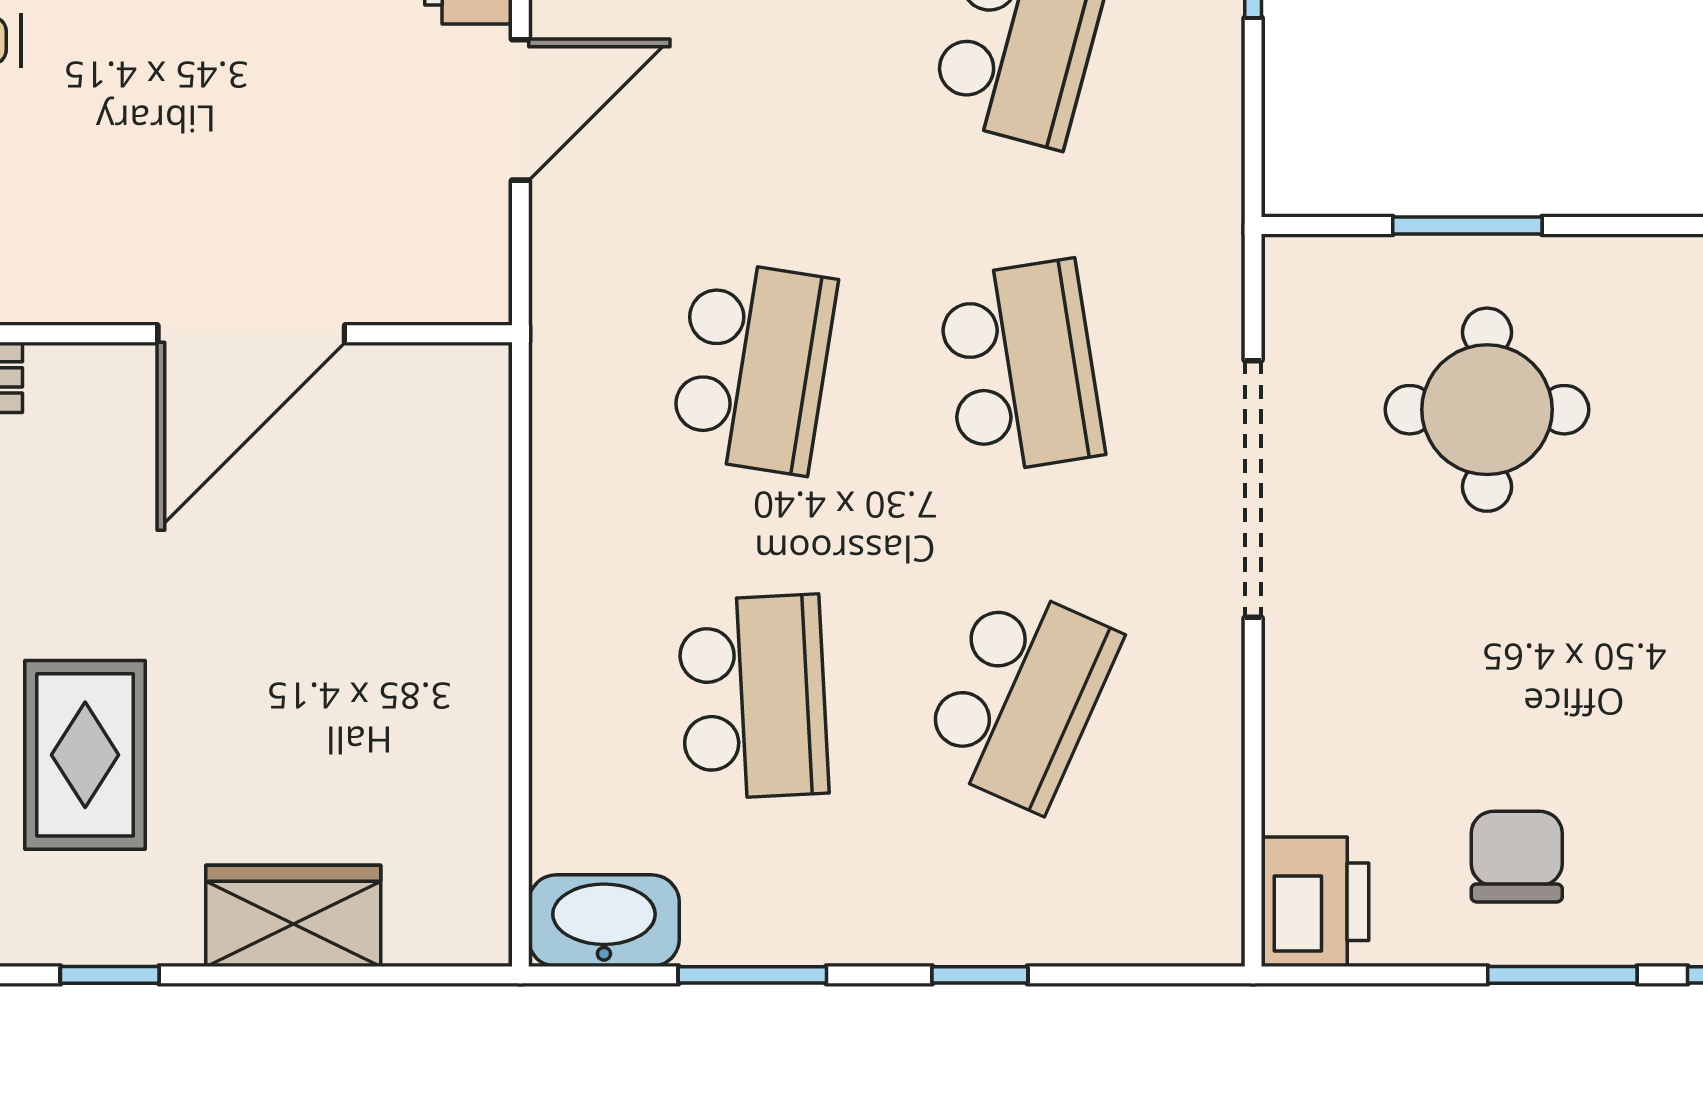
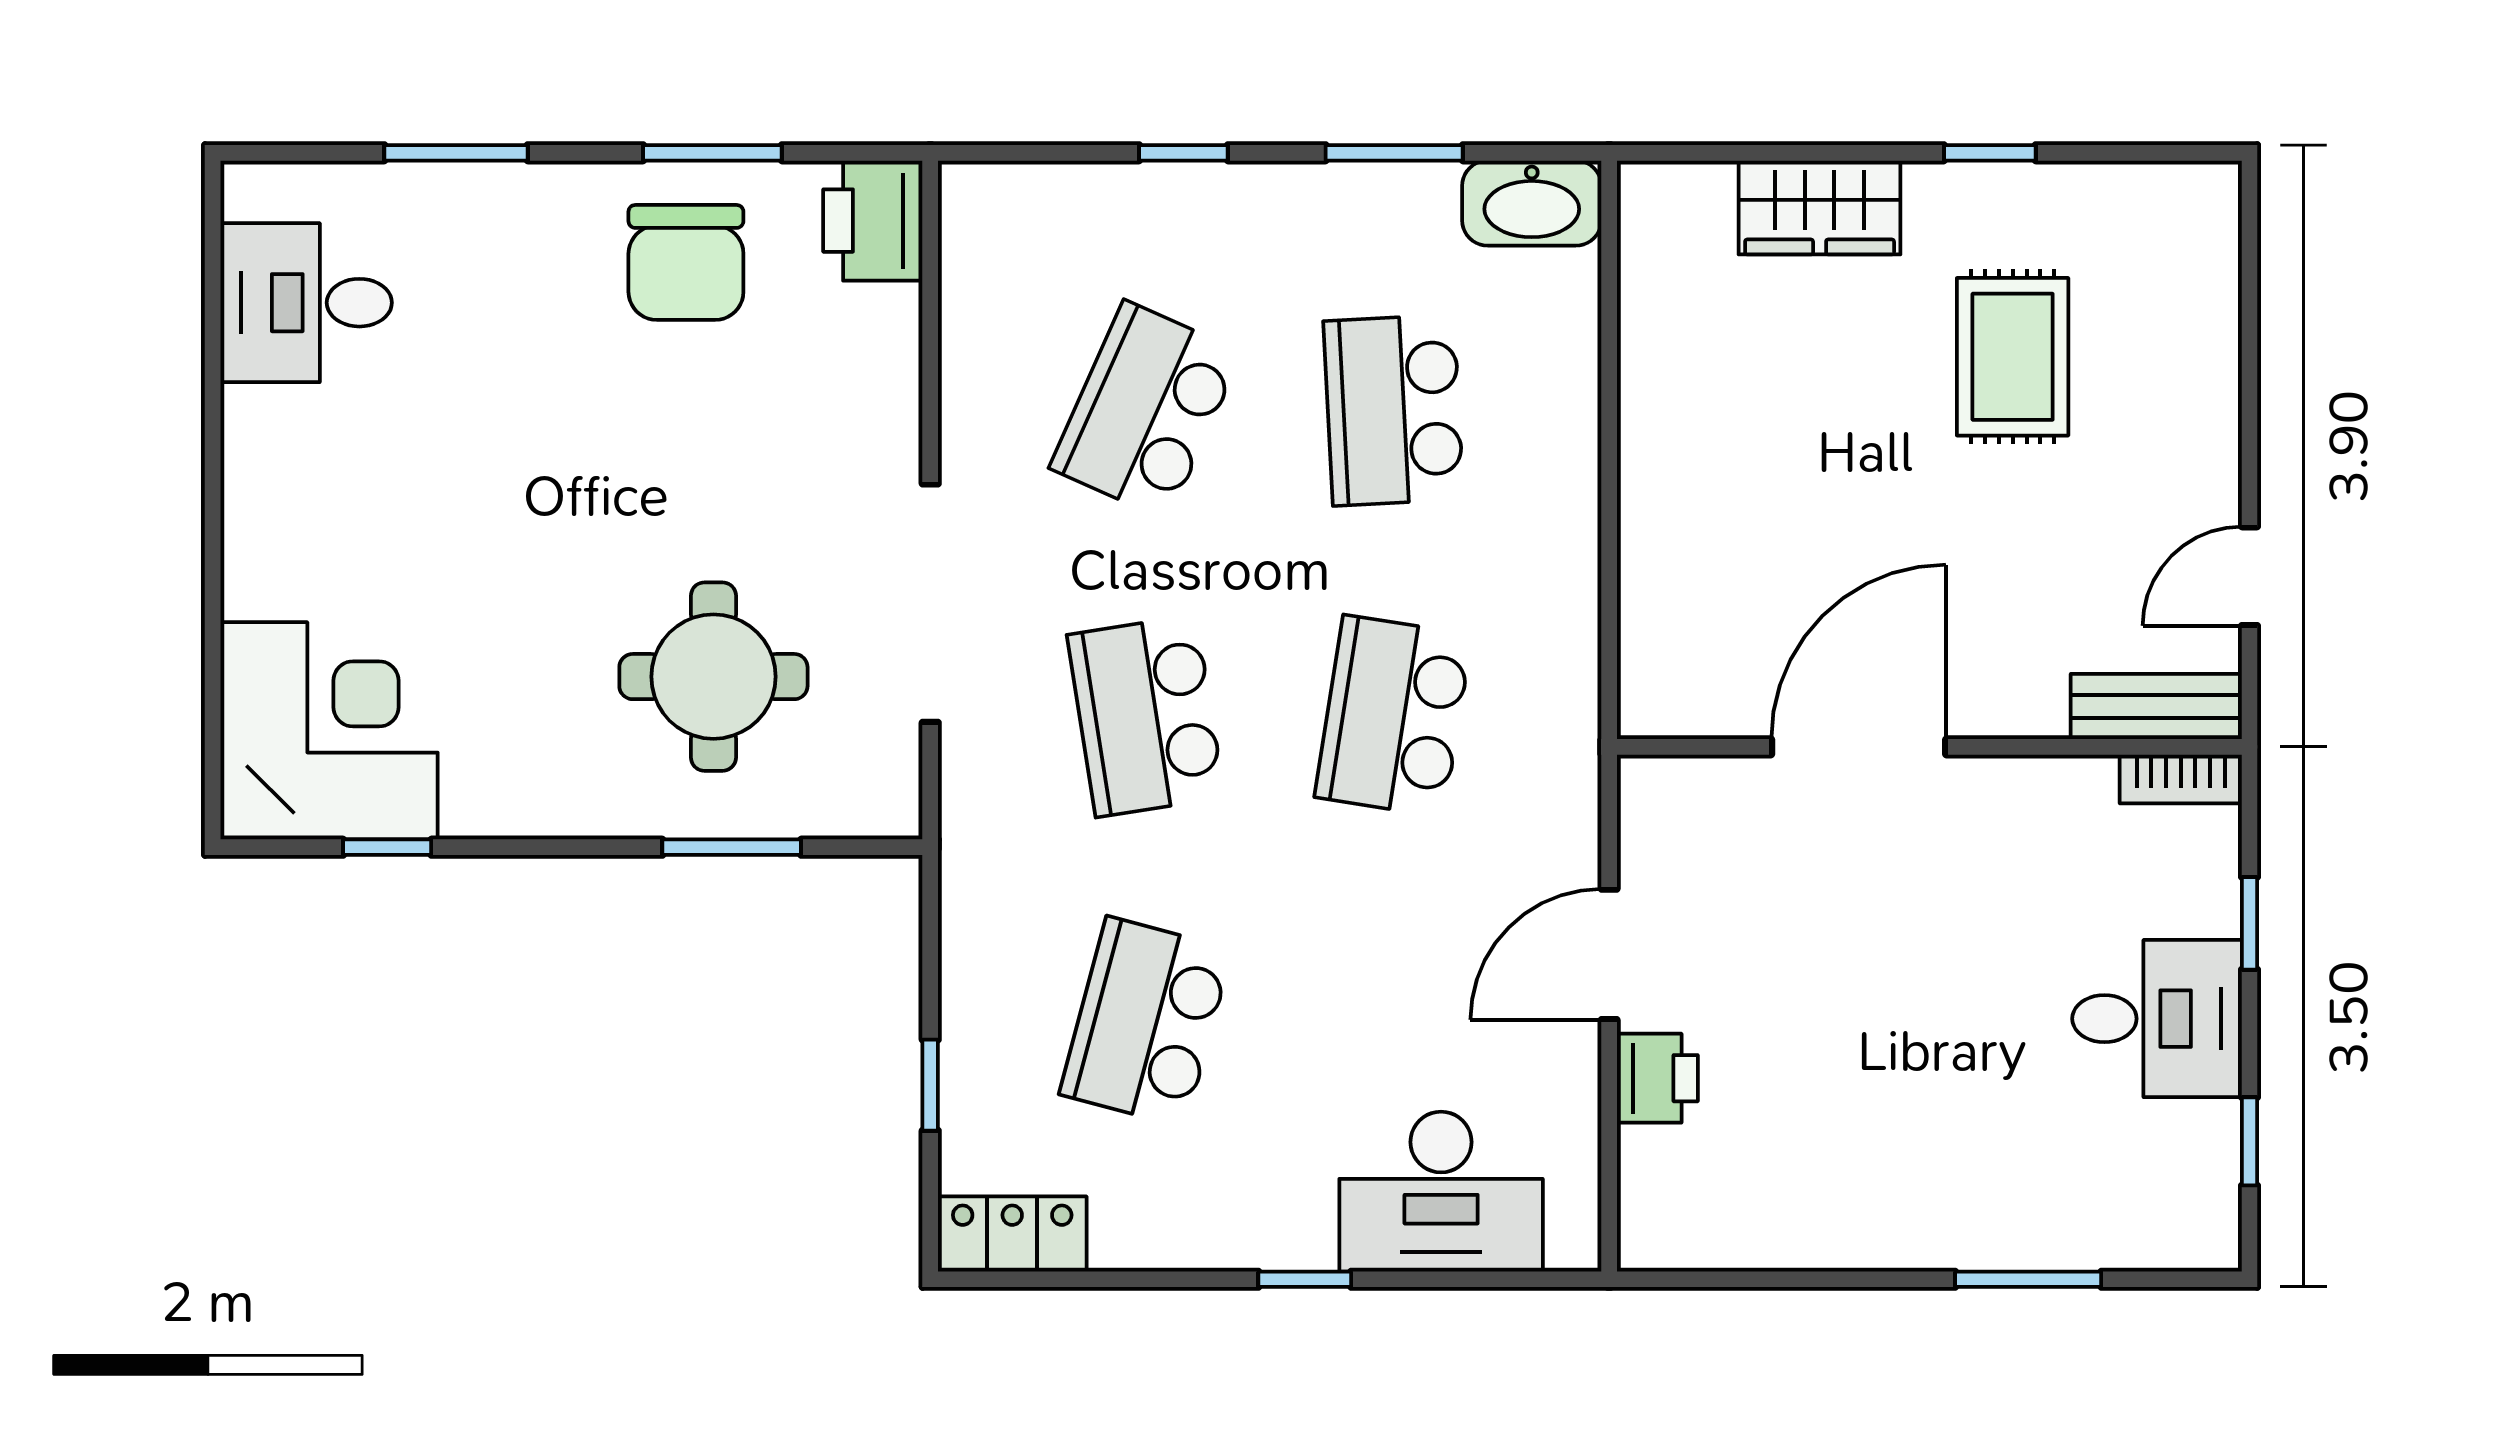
chair: (1517, 857) -> (686, 262), width x1.37, depth x1.37
window: (1562, 975) -> (712, 153), moved

